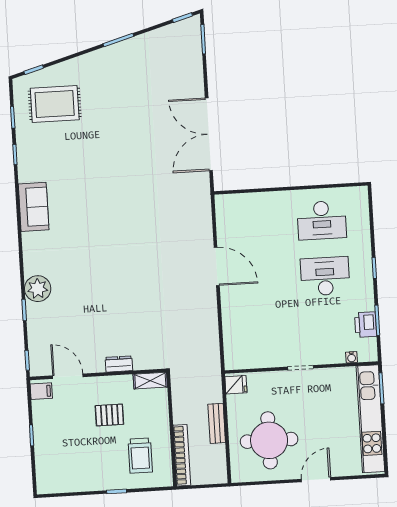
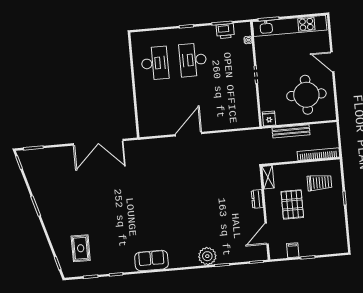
rug: (55, 104) -> (81, 248), width x0.73, depth x0.70
filing cabinet: (41, 391) -> (293, 250), moved
pallet: (109, 415) -> (292, 204), width x1.50, depth x1.42
bench: (217, 423) -> (291, 131), width x1.36

